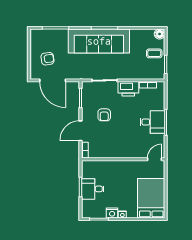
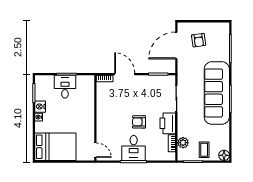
plant: (147, 74) -> (183, 143), added
armchair: (104, 115) -> (139, 122), moved

